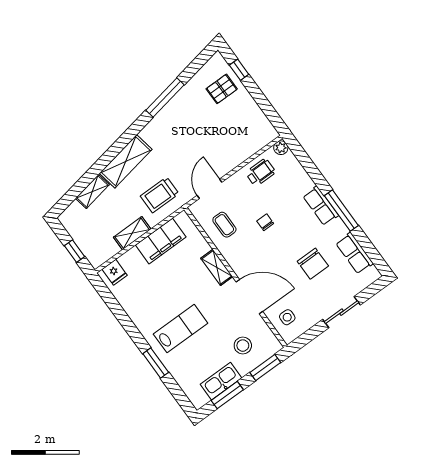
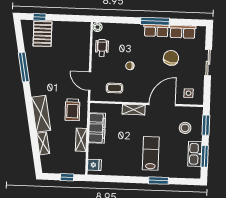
pallet: (222, 89) -> (42, 34), width x1.50, depth x1.42
row of seats: (321, 206) -> (156, 31), moved
chair: (313, 264) -> (171, 58), turned -78

